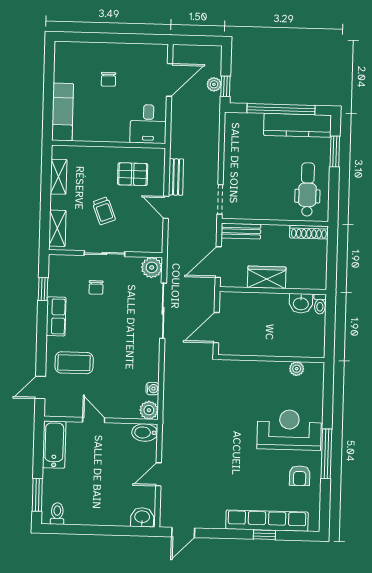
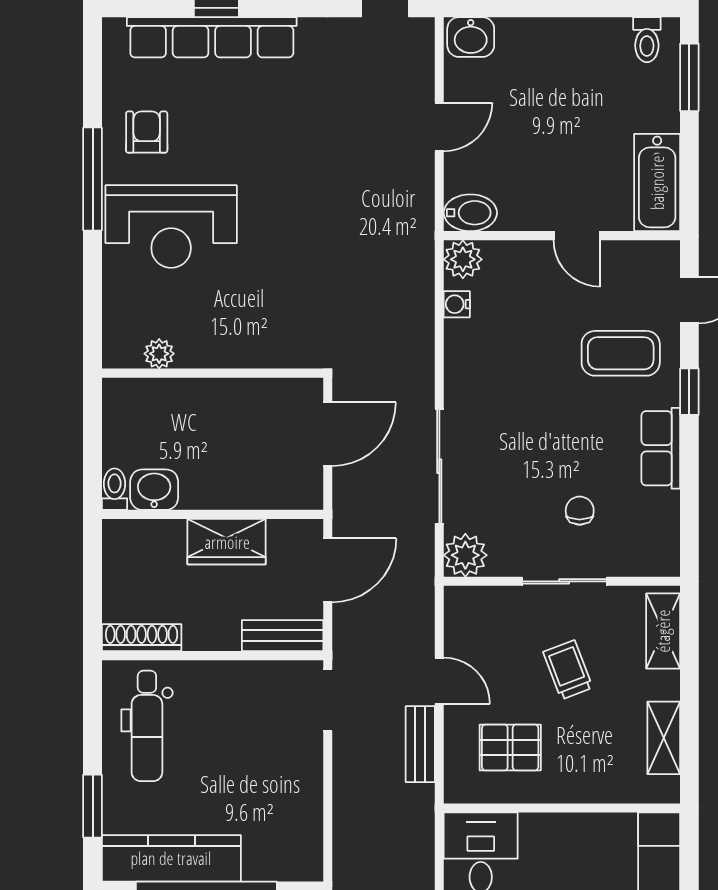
window: (43, 289) -> (689, 392), moved

